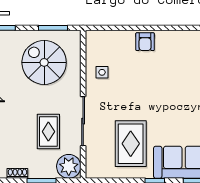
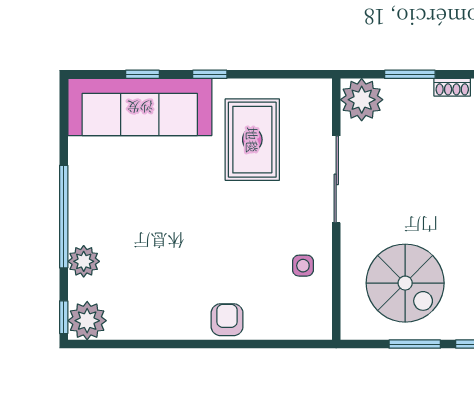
window: (53, 28) -> (415, 344), moved
rug: (48, 132) -> (398, 161), removed

